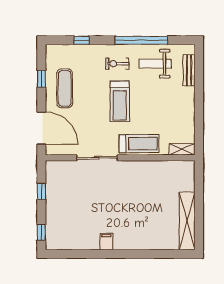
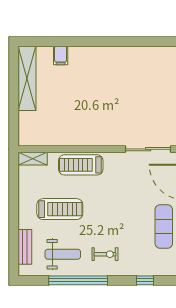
treadmill: (120, 101) -> (60, 209), moved, turned 90
sliding door: (97, 158) -> (148, 149), moved
filing cabinet: (106, 242) -> (61, 55), moved

